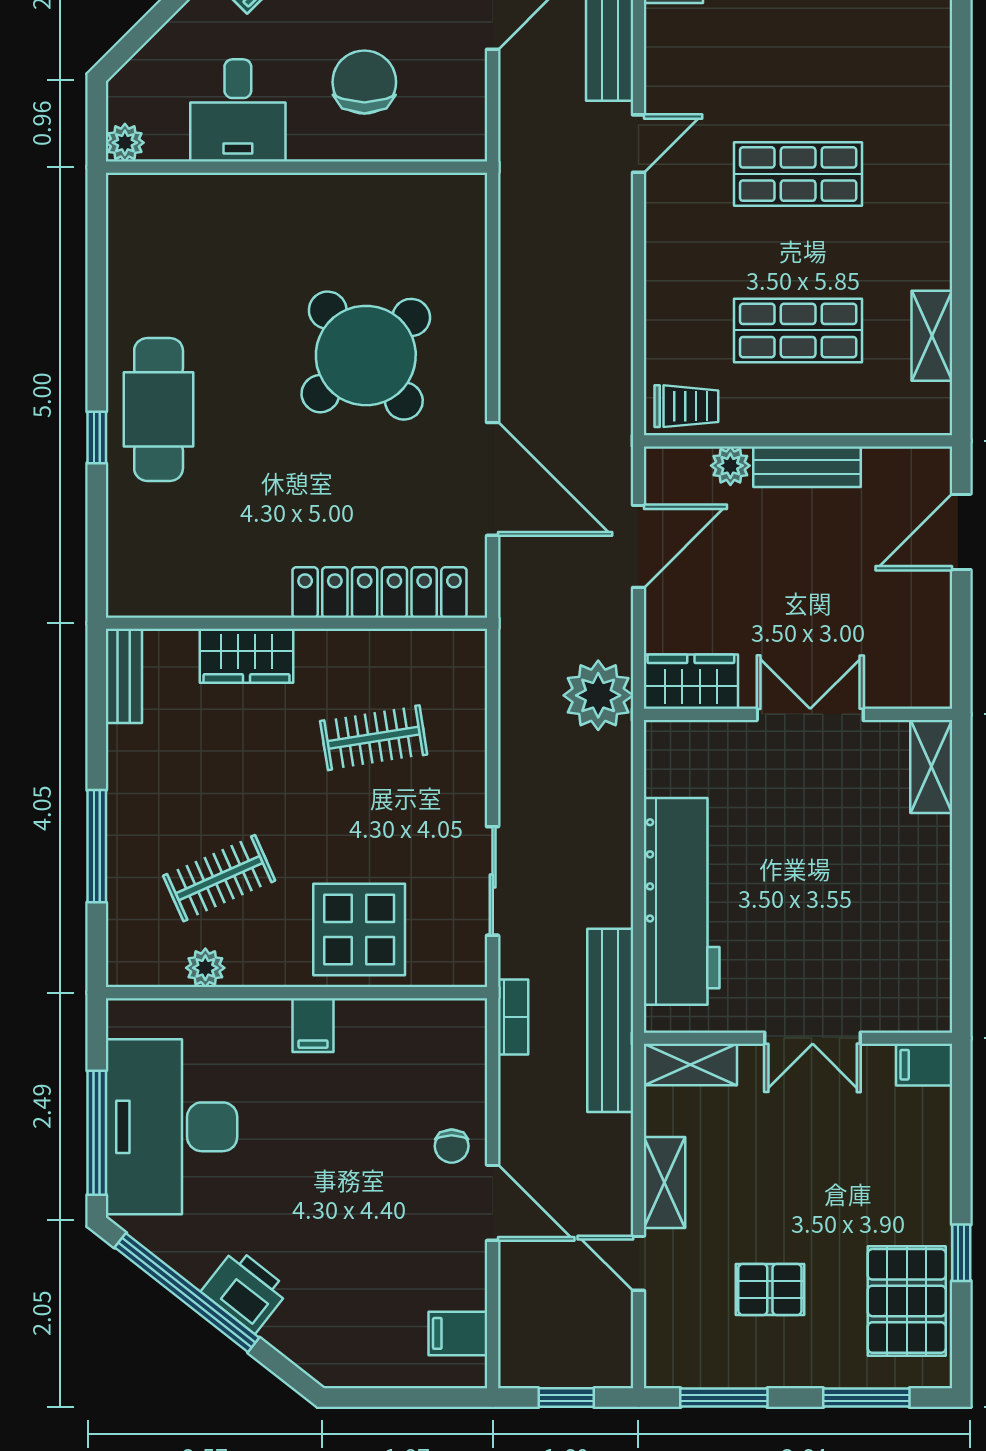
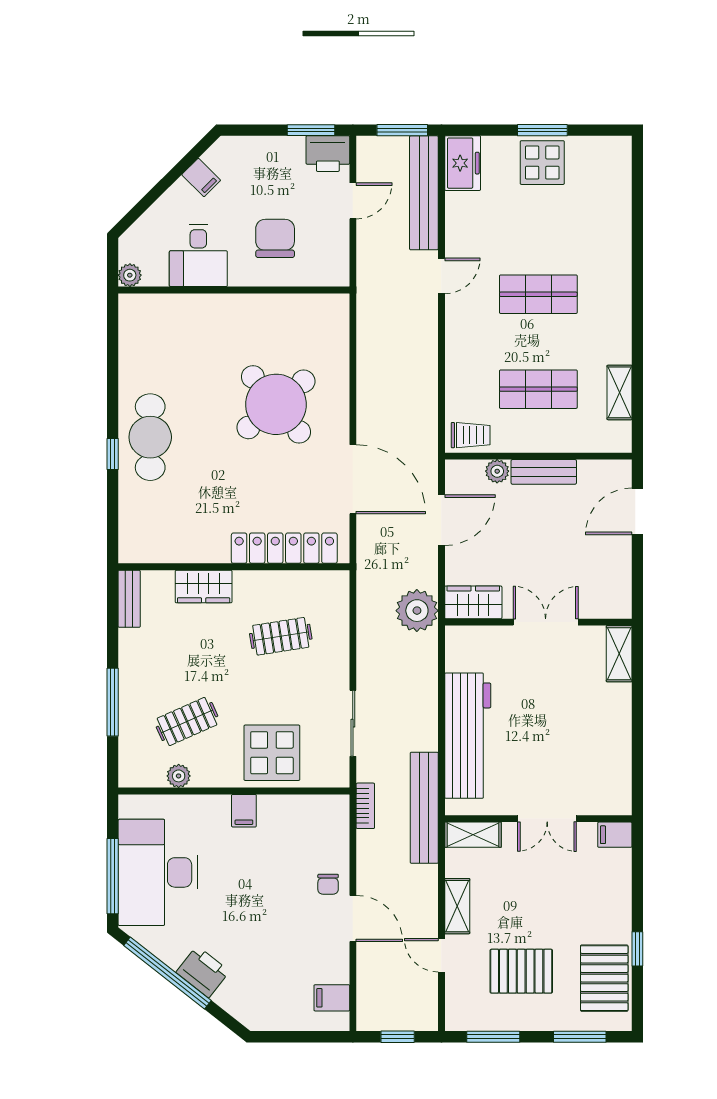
pallet: (770, 1289) -> (521, 971), width x1.50, depth x1.42

